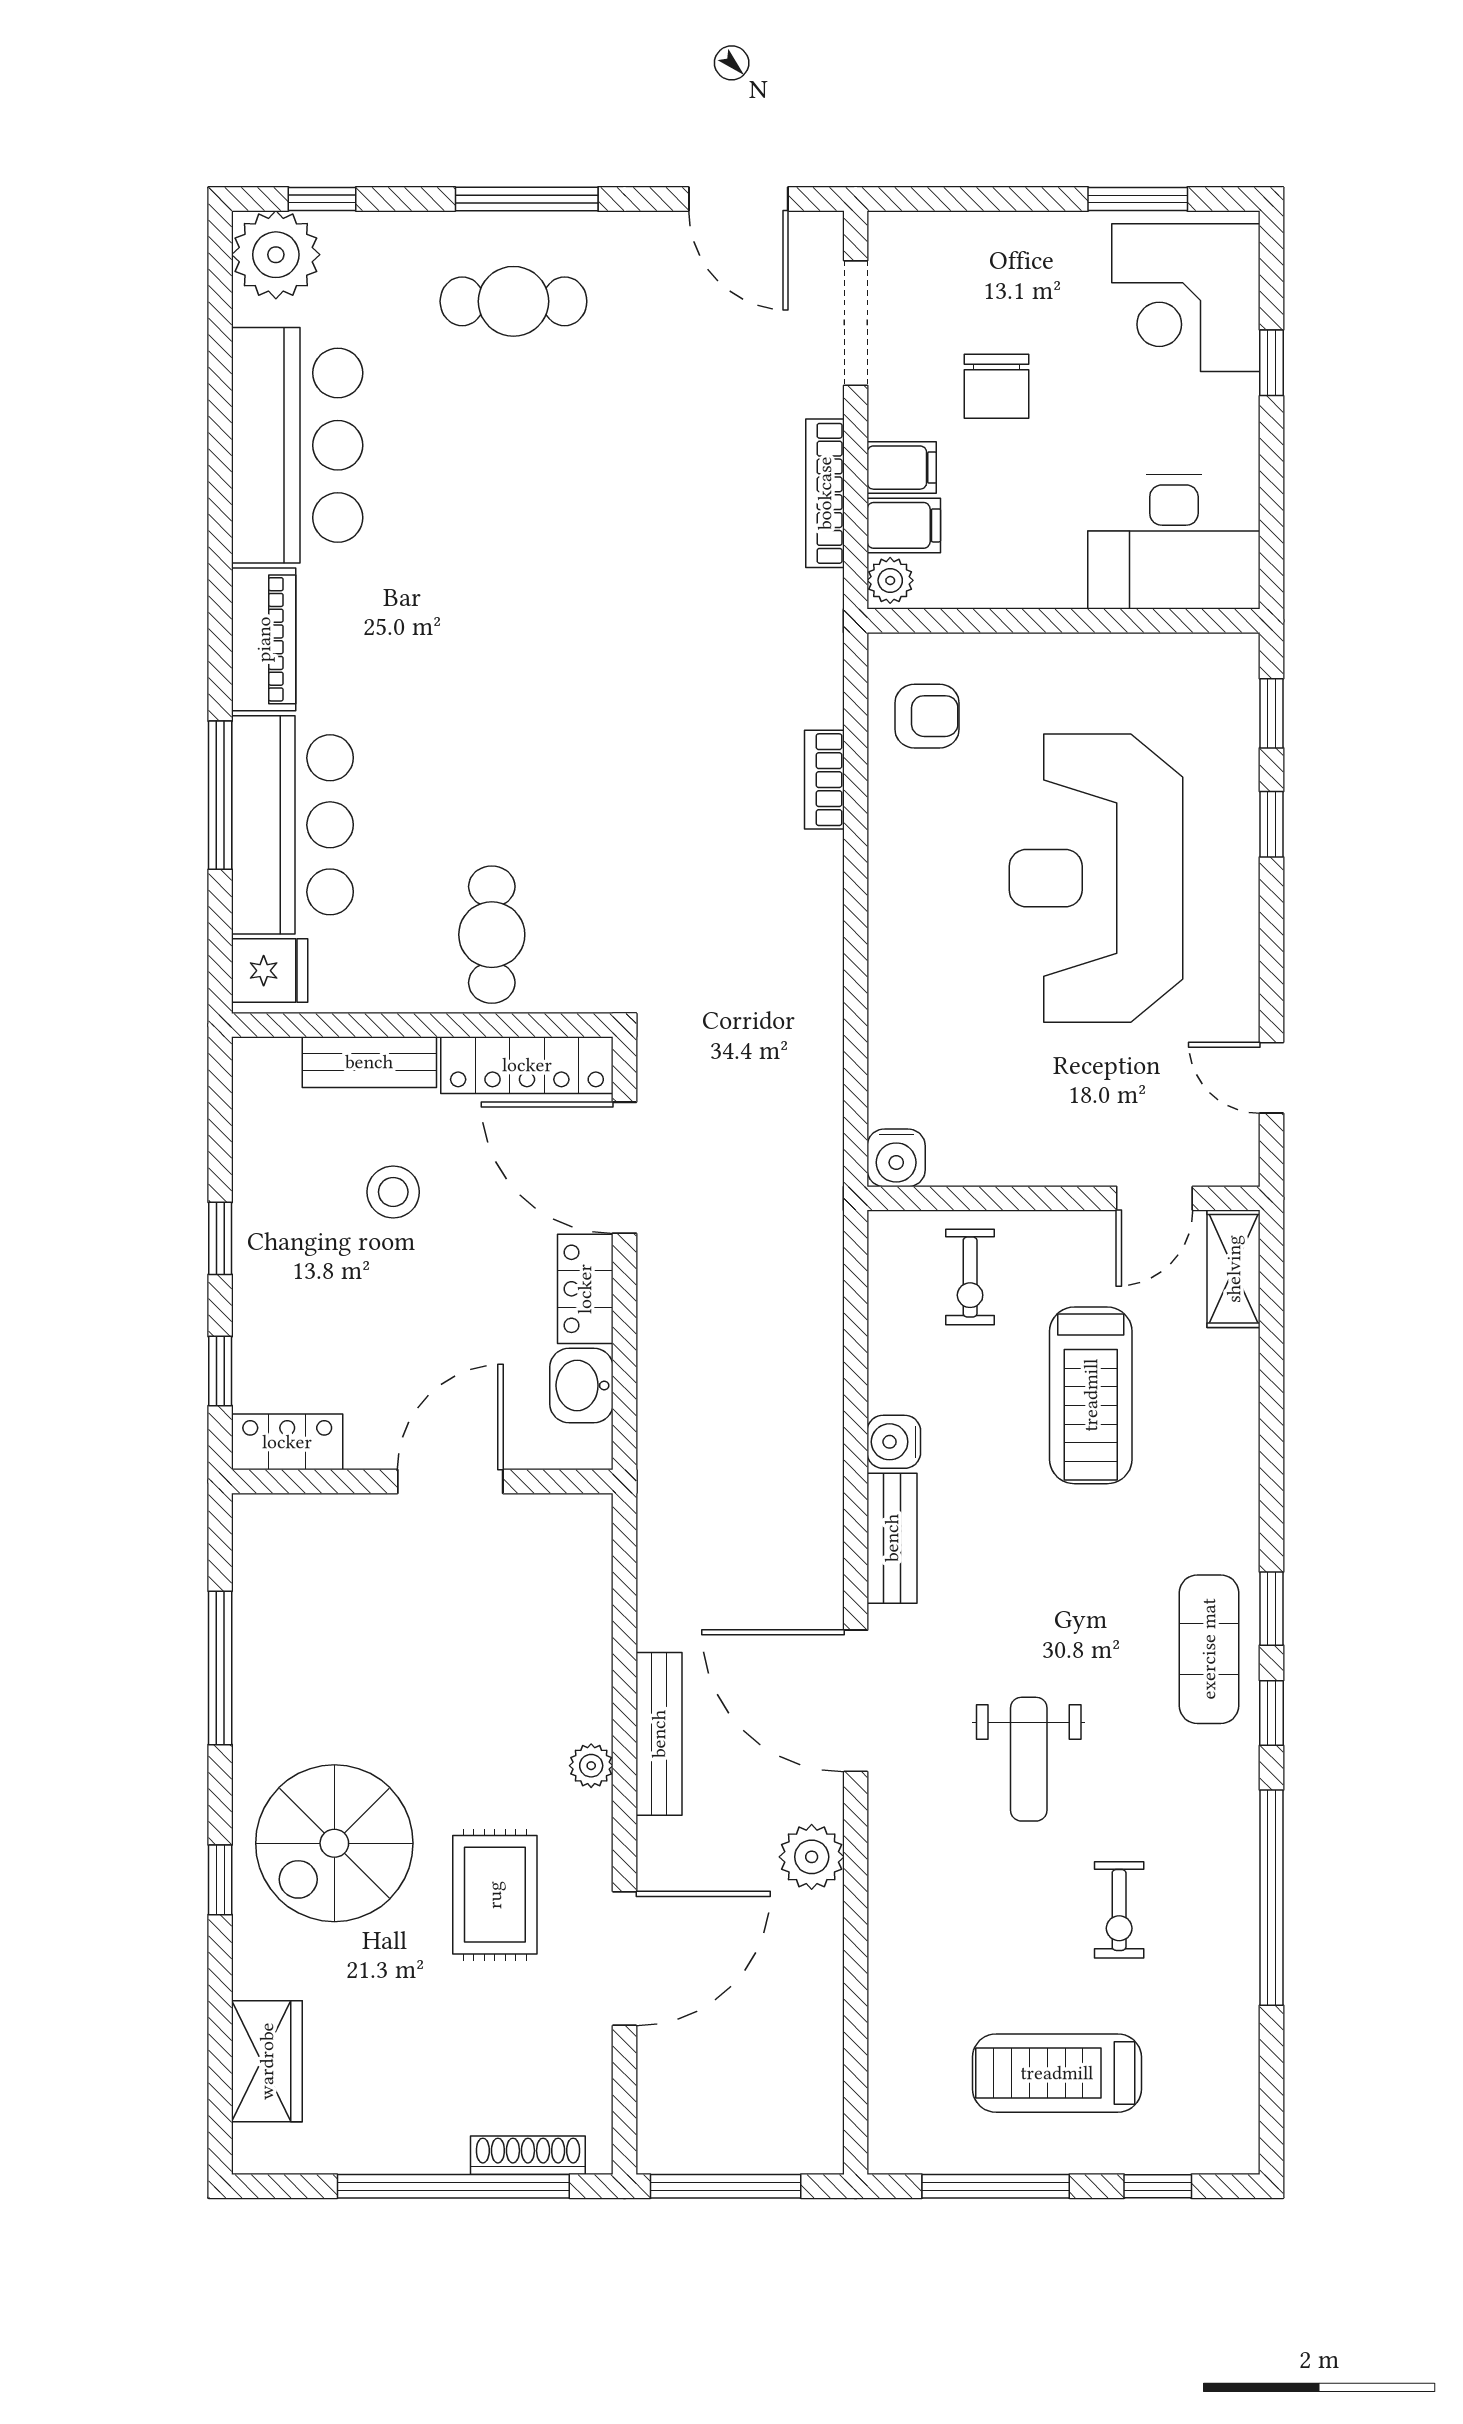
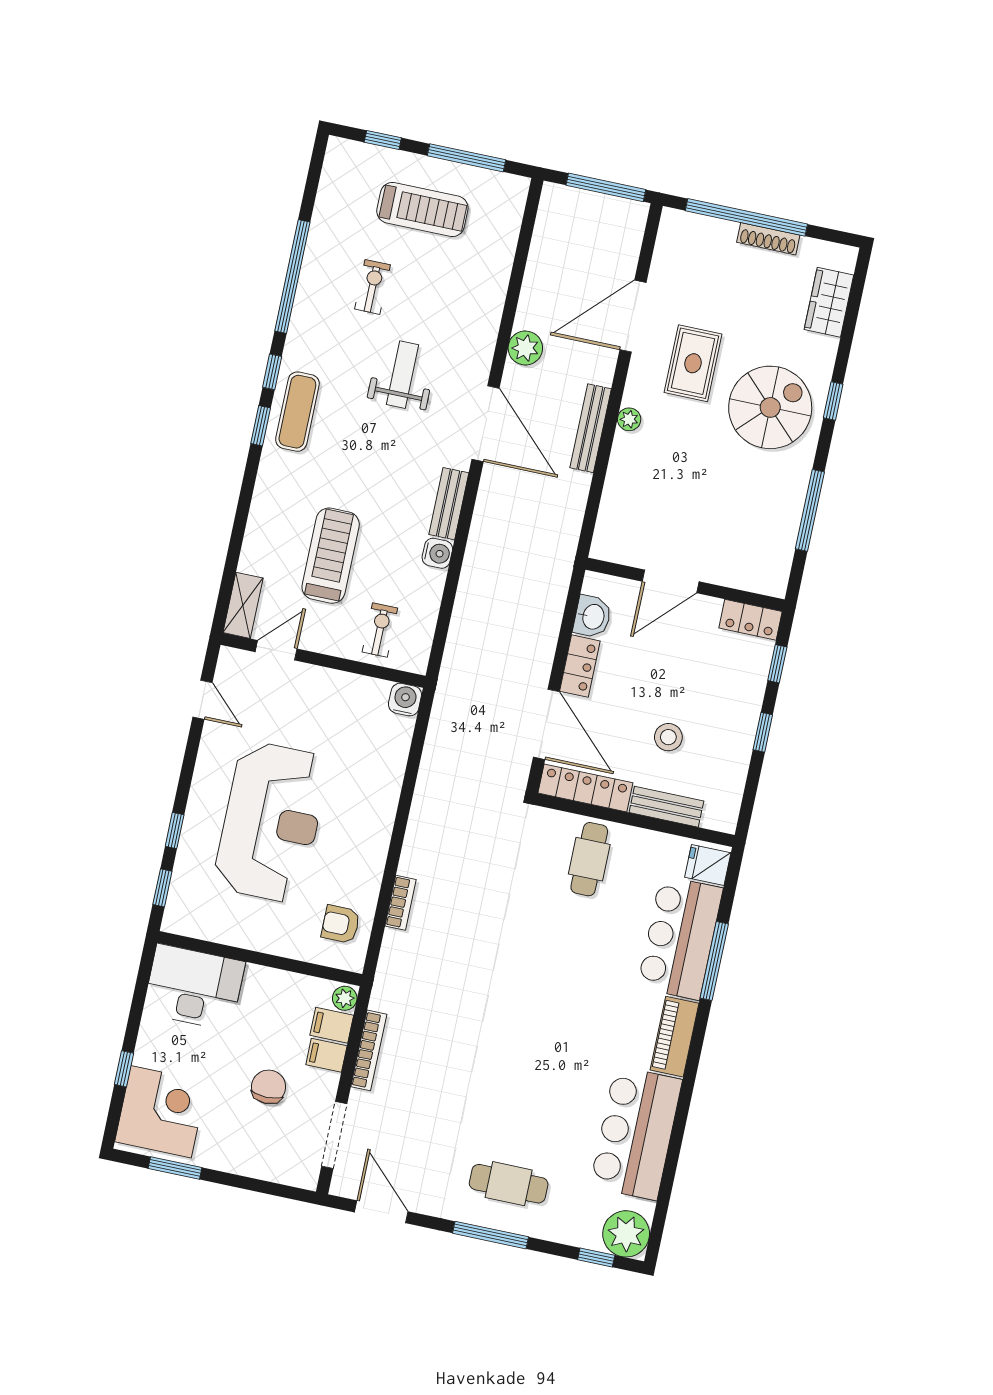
shoe rack: (528, 2155) -> (768, 239), moved

